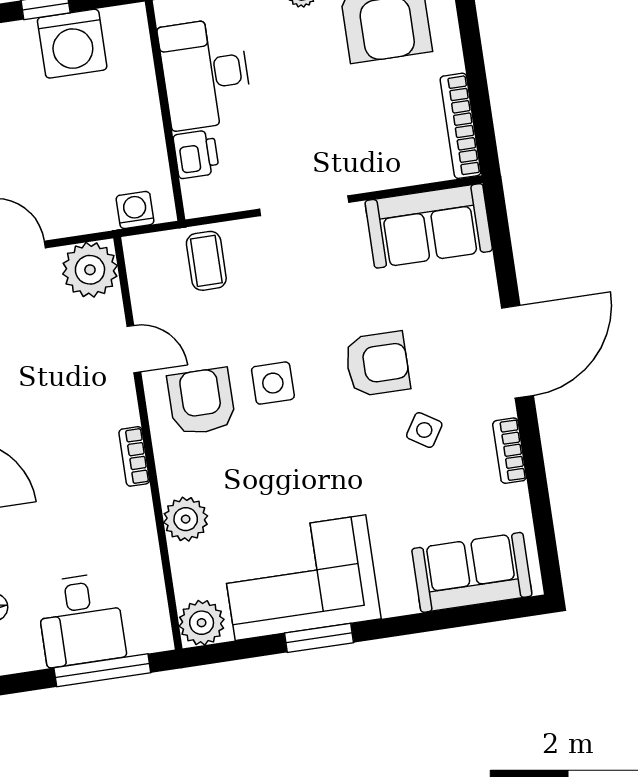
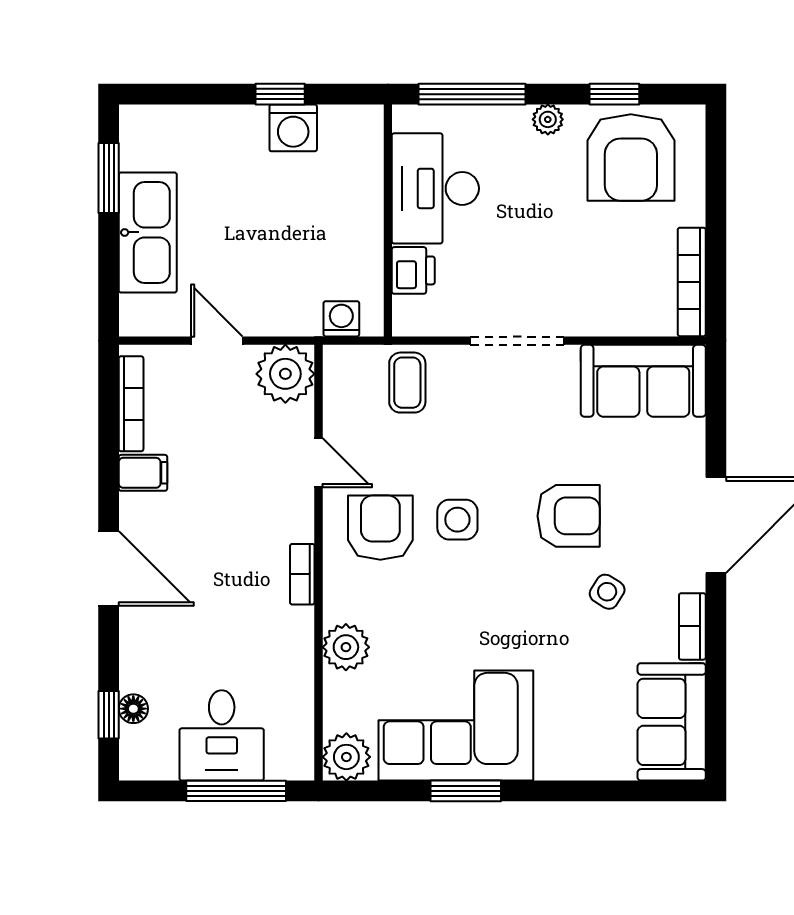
washing machine: (72, 44) -> (293, 128), width x0.73, depth x0.73
sofa: (472, 572) -> (672, 722), moved, turned -90

